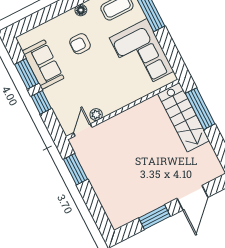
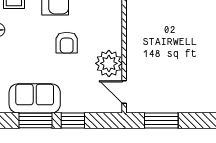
armchair: (80, 44) -> (67, 43), moved
plant: (96, 115) -> (109, 63), width x1.88, depth x1.88

